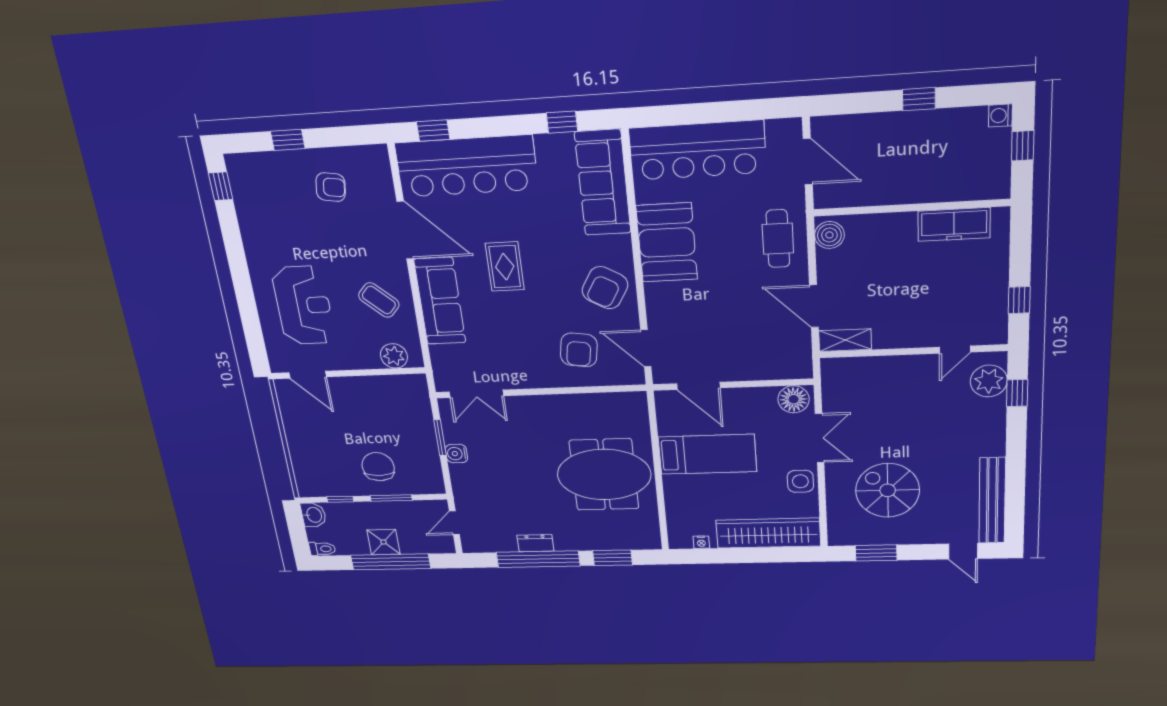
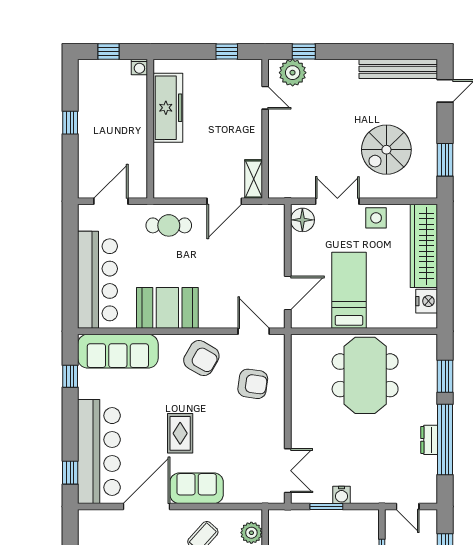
washing machine: (1000, 115) -> (139, 67), moved
freezer: (954, 224) -> (168, 108), width x1.36, depth x1.26
boiler: (829, 235) -> (168, 188), removed
rug: (505, 267) -> (180, 433), turned 90
sofa: (440, 301) -> (197, 488), width x0.73
door: (646, 348) -> (254, 331), swing flipped
nightstand: (701, 542) -> (427, 301), width x1.89, depth x1.79

